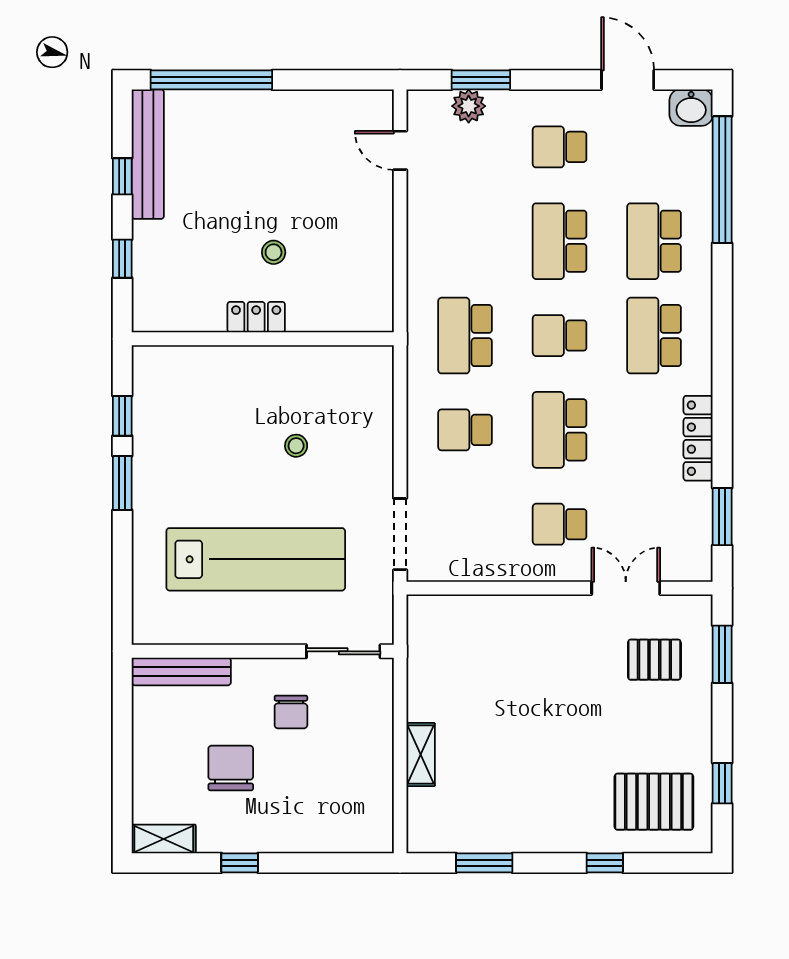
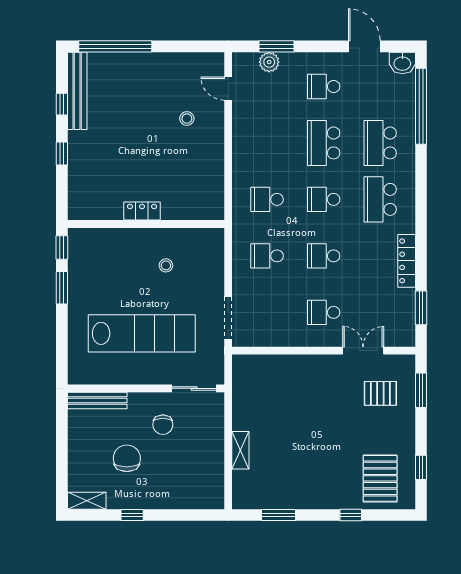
stool: (274, 252) -> (187, 119), moved
locker: (256, 317) -> (142, 211), moved
school desk: (465, 336) -> (267, 199), width x0.54
wall: (263, 339) -> (146, 224), moved
school desk: (560, 430) -> (324, 256), width x0.54
pallet: (654, 802) -> (380, 478), turned 90

